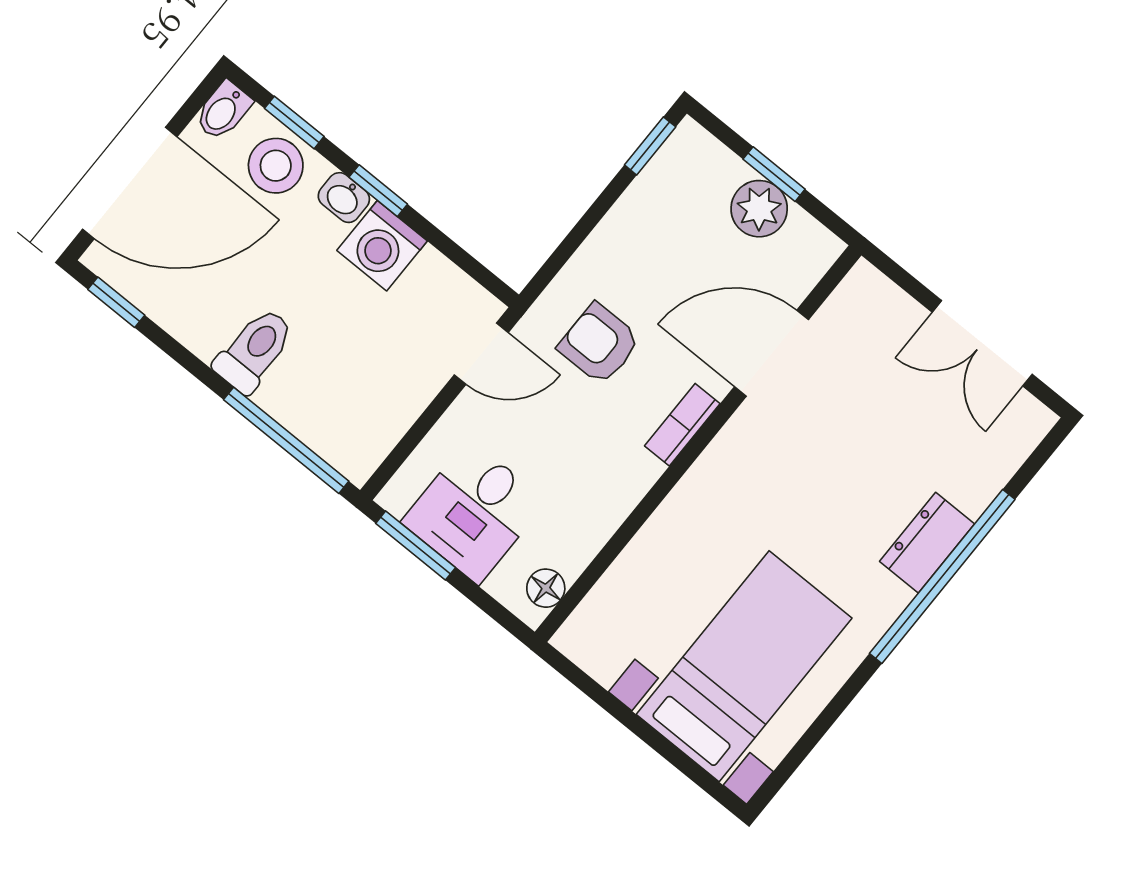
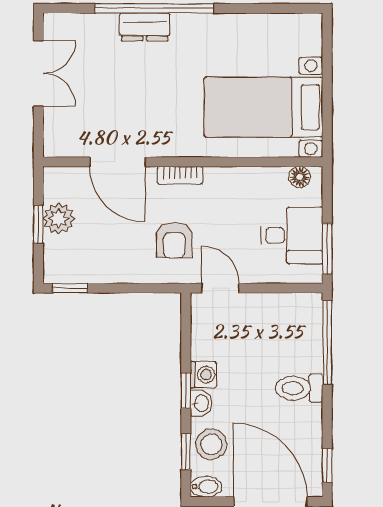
washing machine: (382, 246) -> (203, 375), width x0.73, depth x0.73
bed with nightstands: (744, 666) -> (263, 107), moved

